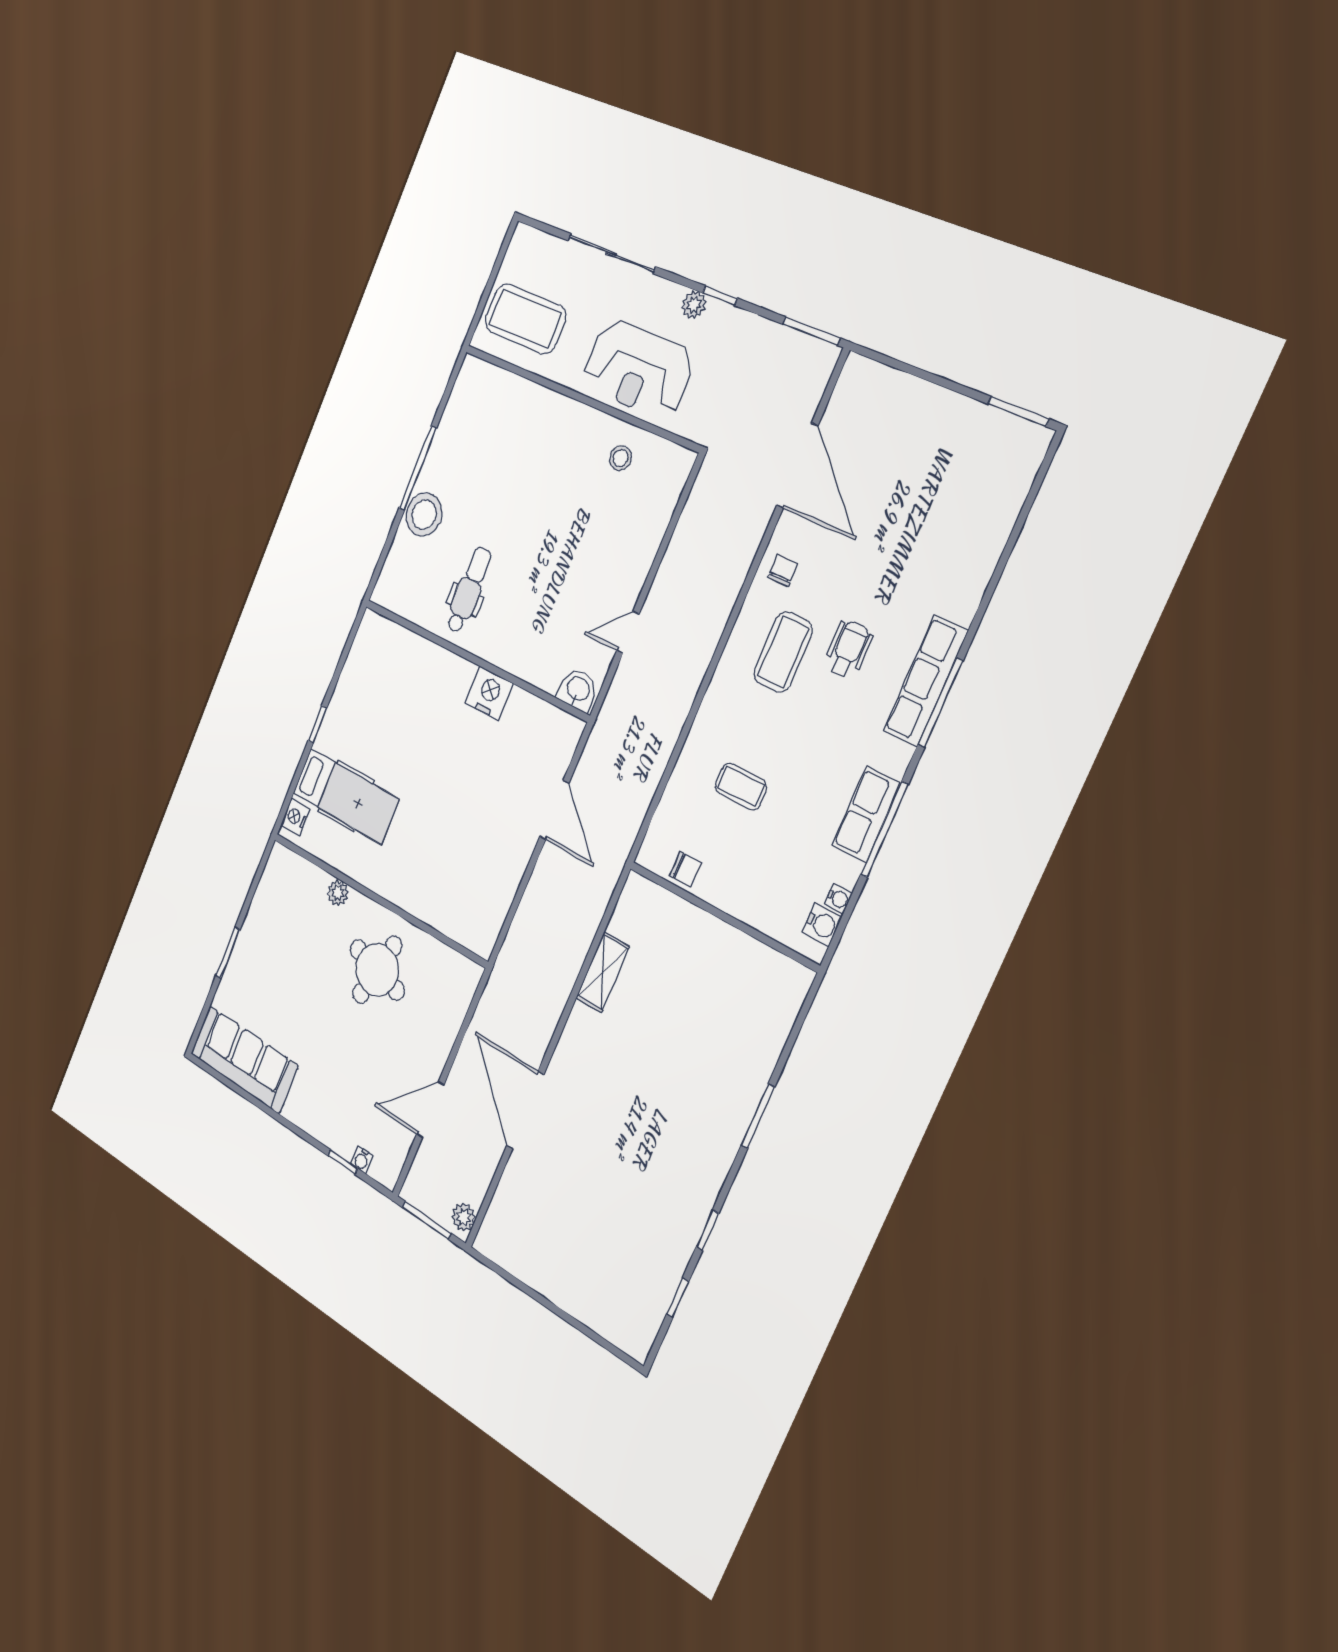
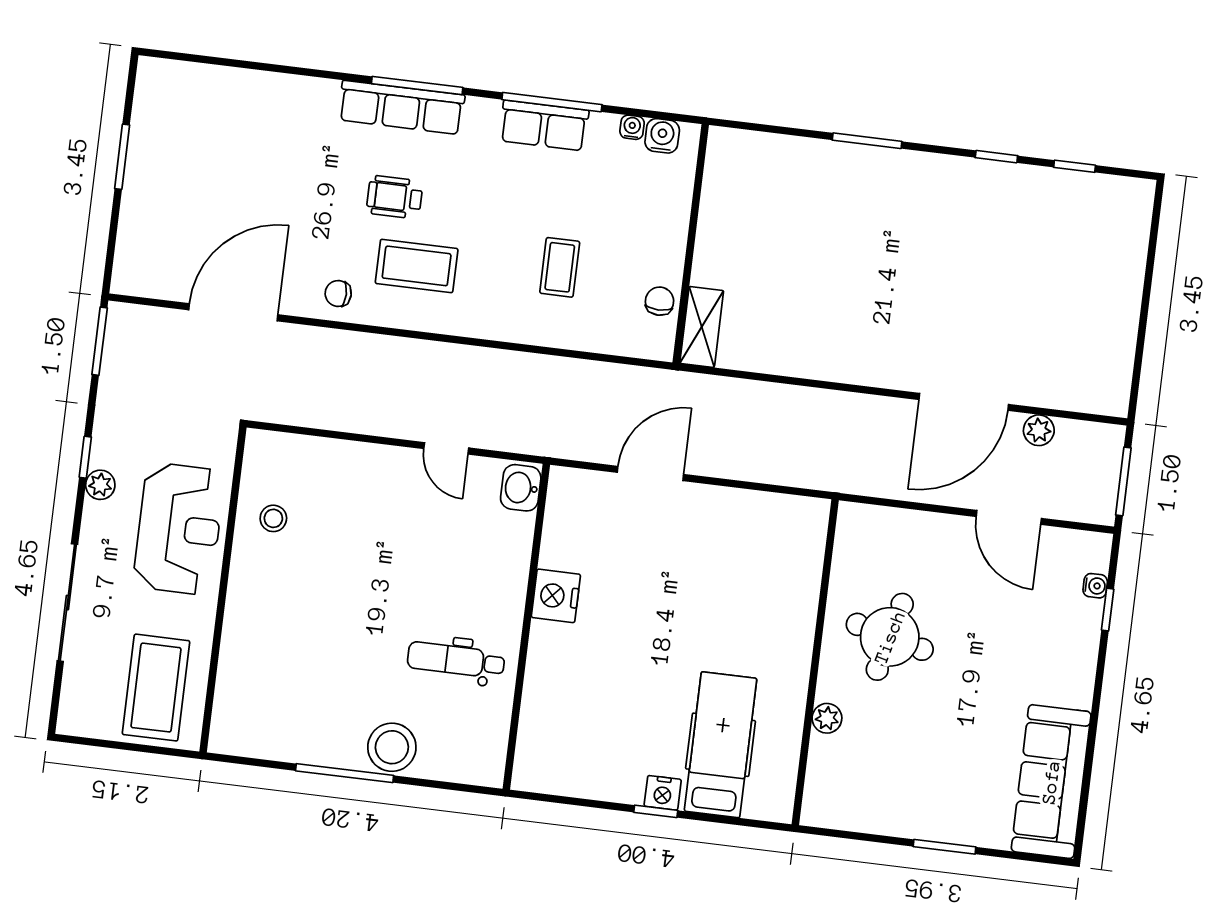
window: (1018, 411) -> (122, 157), moved
nightstand: (295, 817) -> (663, 793), moved
shelving: (603, 972) -> (702, 327), moved, turned 90
plant: (463, 1217) -> (1039, 430), moved

